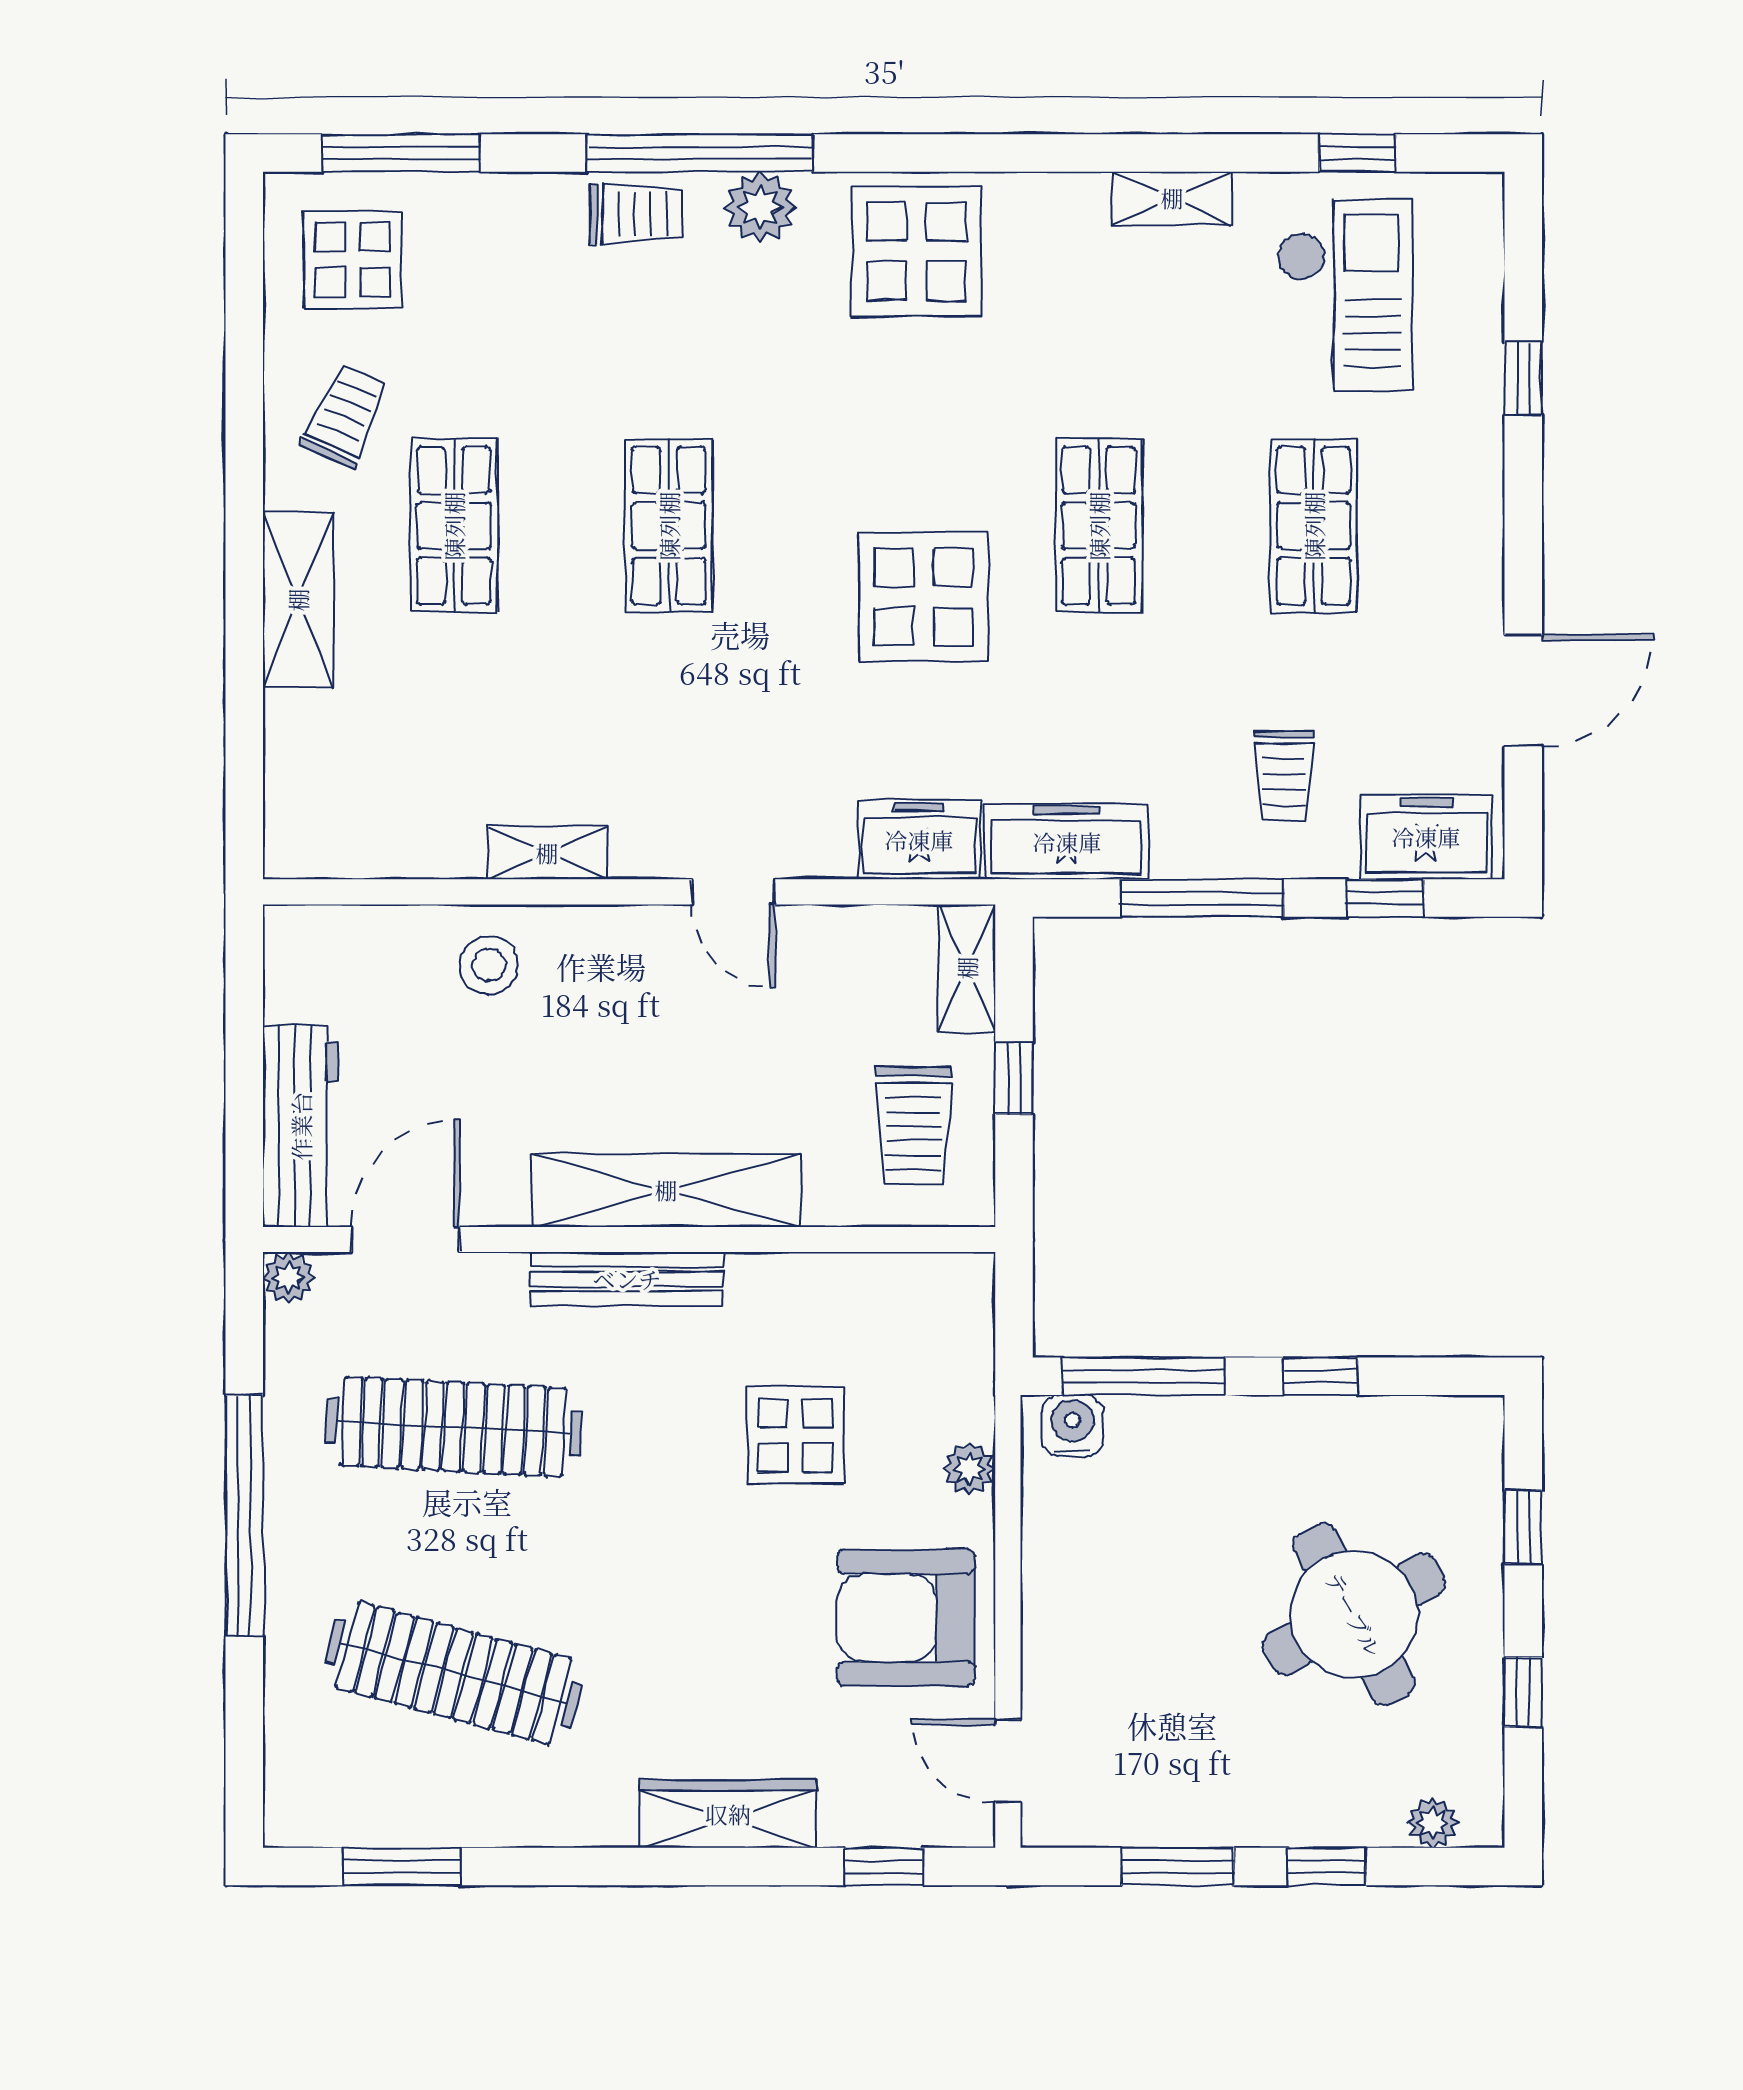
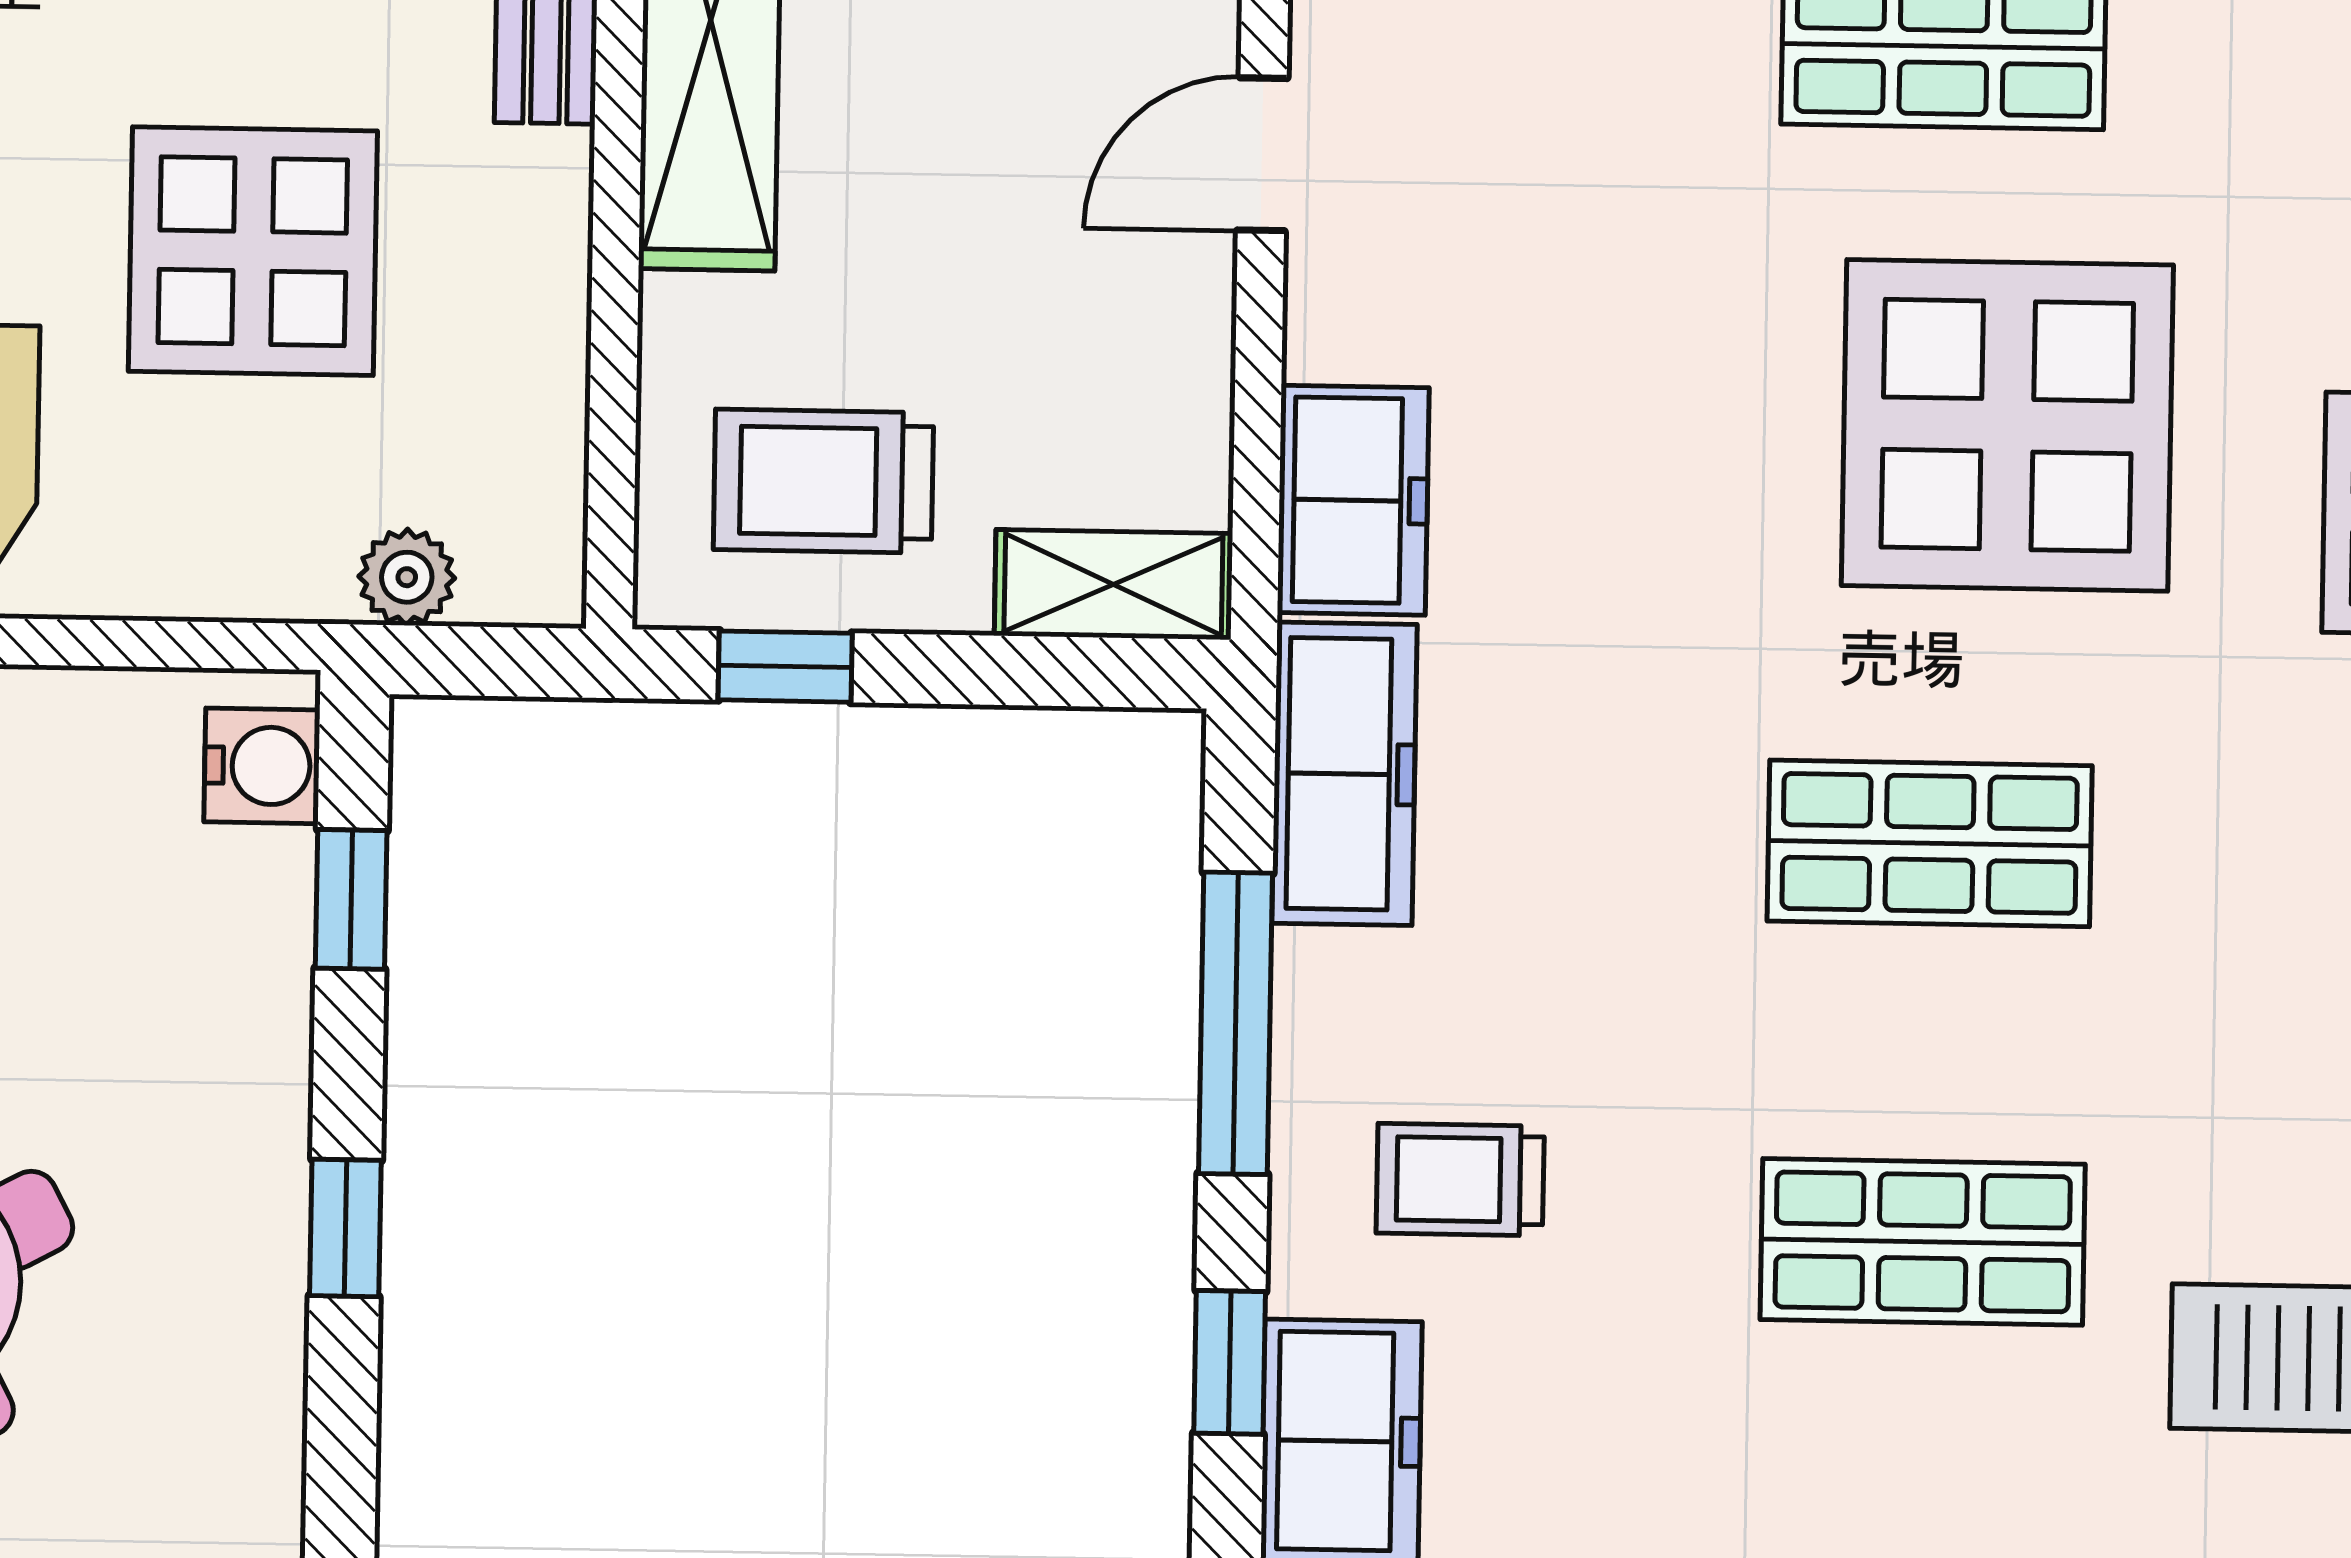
display table: (923, 597) -> (2007, 425), moved, width x1.36, depth x1.36
window: (1014, 1078) -> (785, 667), moved
window: (1144, 1376) -> (351, 899), width x0.46
display table: (795, 1435) -> (253, 251), width x1.36, depth x1.36
plant: (969, 1469) -> (407, 577), moved

